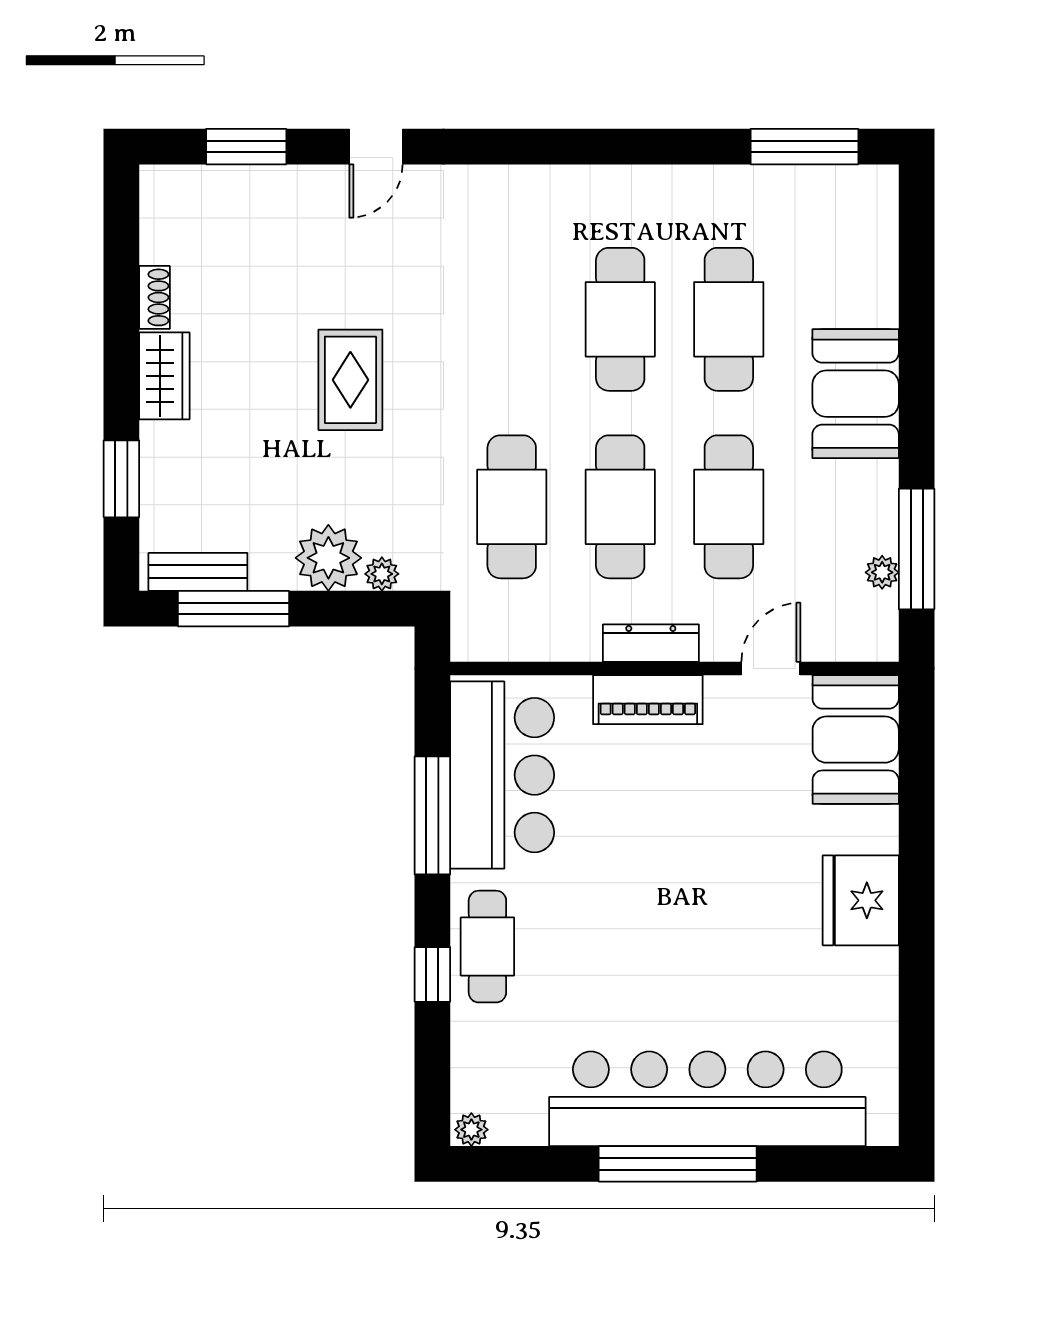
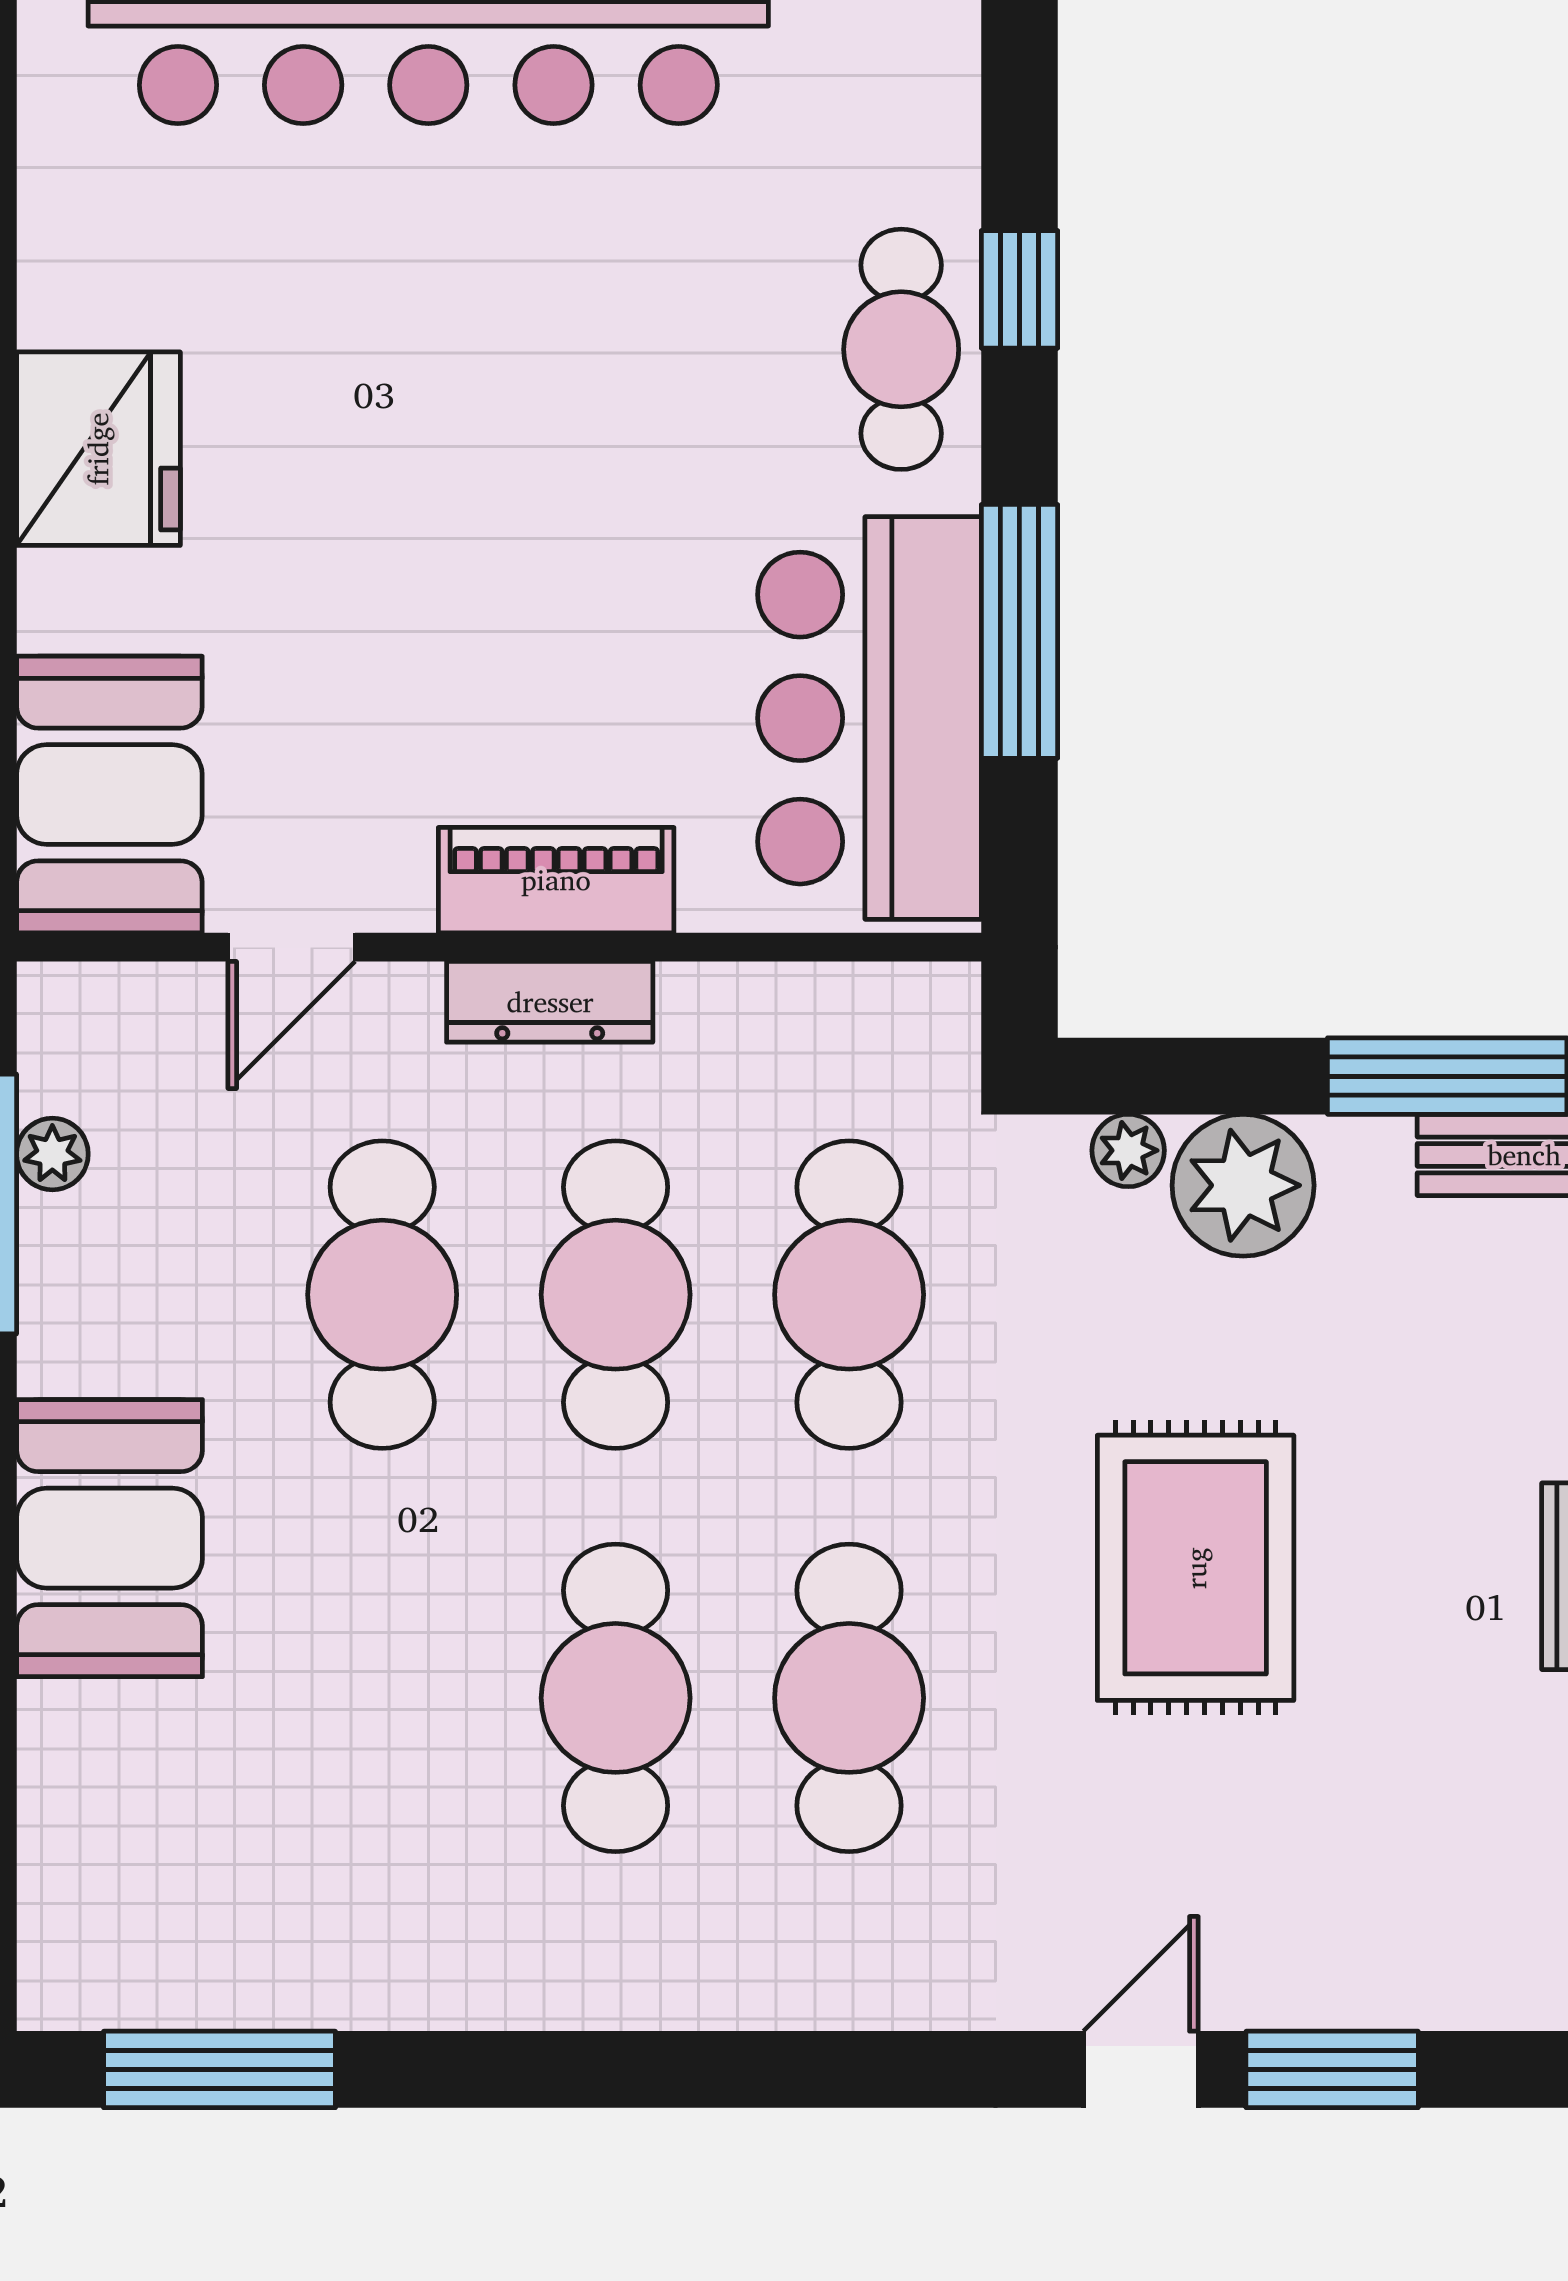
window: (246, 147) -> (1332, 2069), moved
cafe table: (729, 319) -> (849, 1698), moved
rug: (350, 380) -> (1196, 1568), width x1.36, depth x1.43

